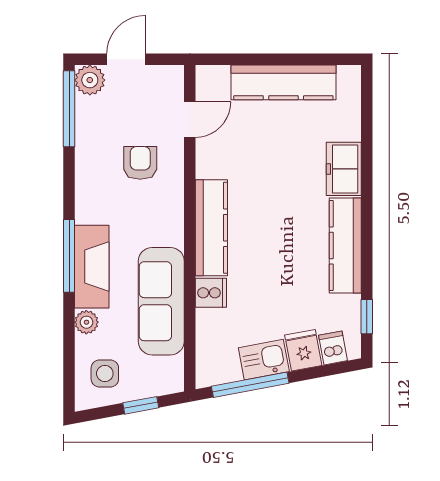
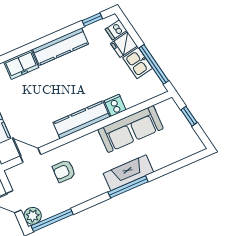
plant: (86, 322) -> (158, 163), removed
side table: (105, 374) -> (181, 142), removed

